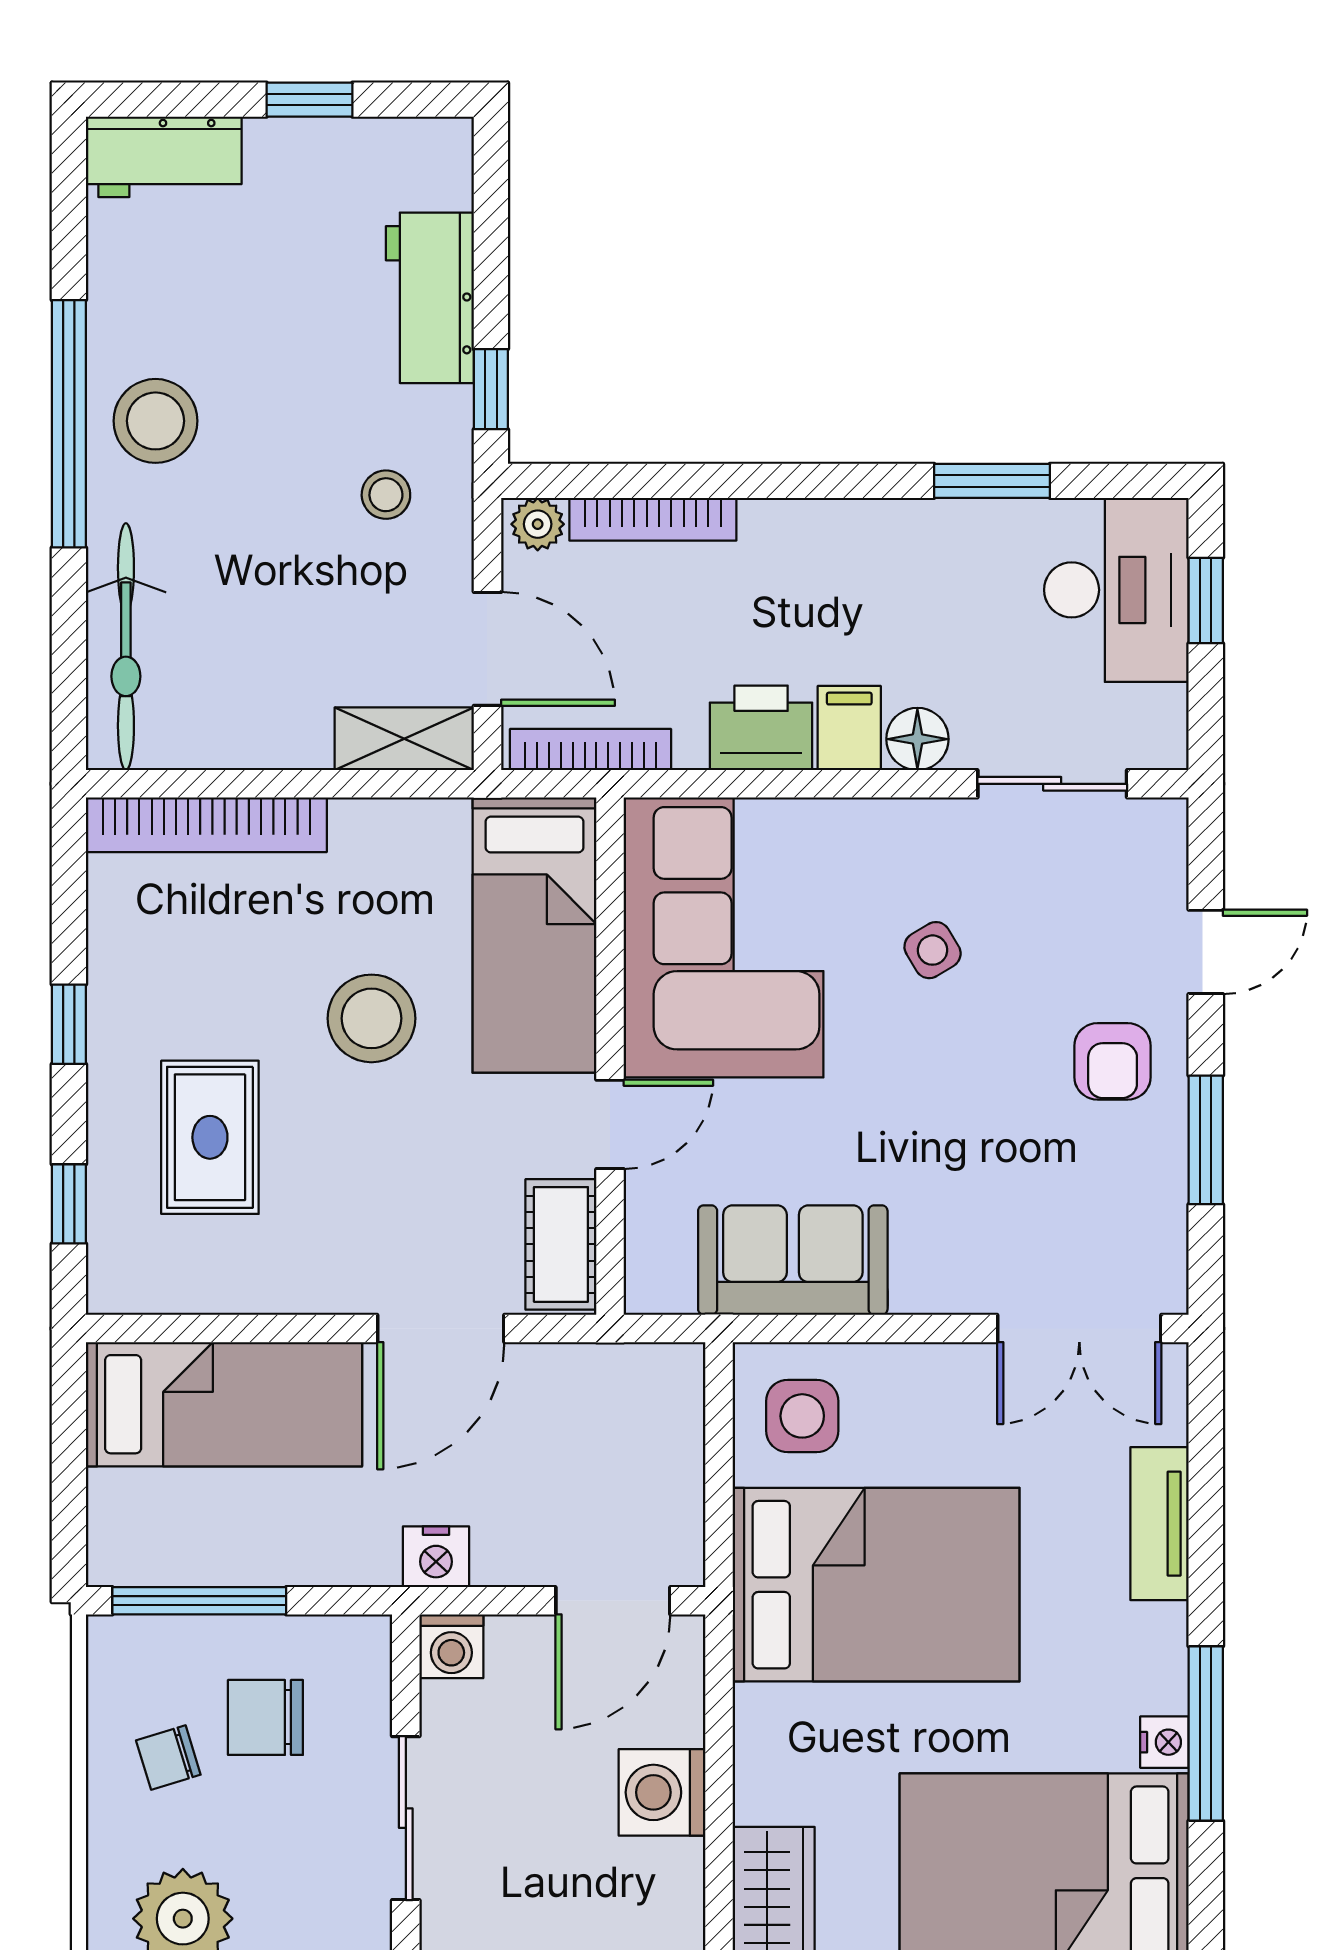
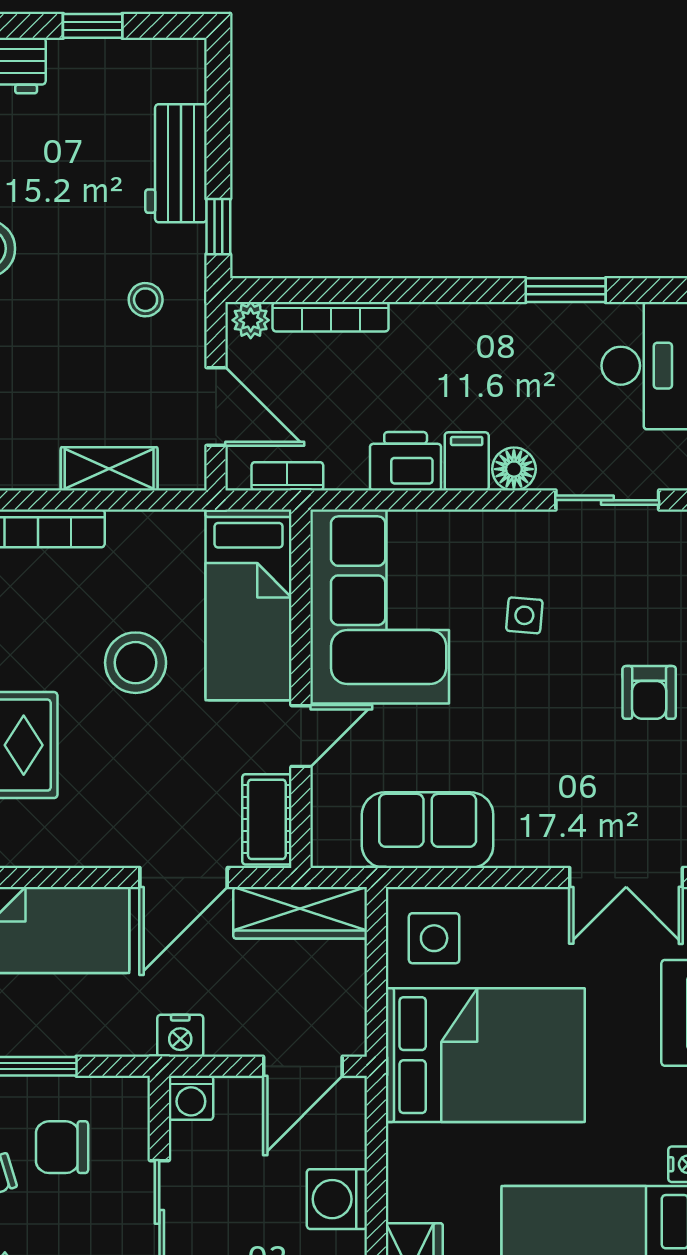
shelving: (404, 739) -> (109, 469), moved
bookcase: (591, 750) -> (287, 476), width x0.64
side table: (933, 950) -> (524, 615), turned 36
wardrobe: (609, 1379) -> (300, 913), added

